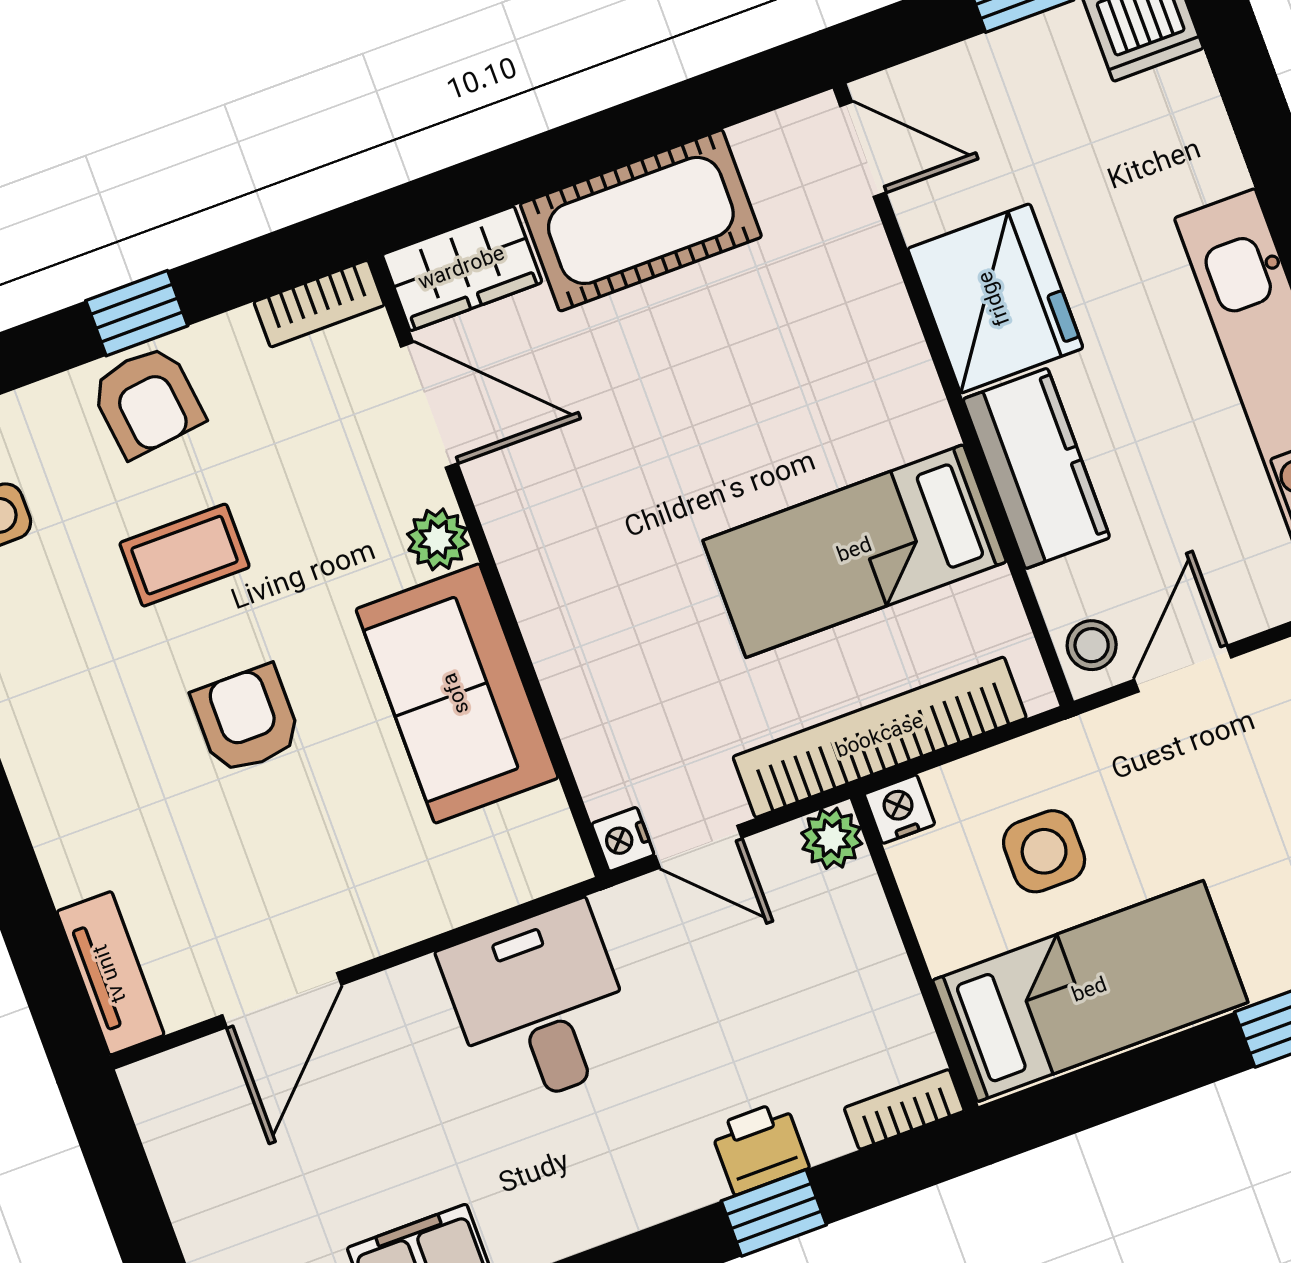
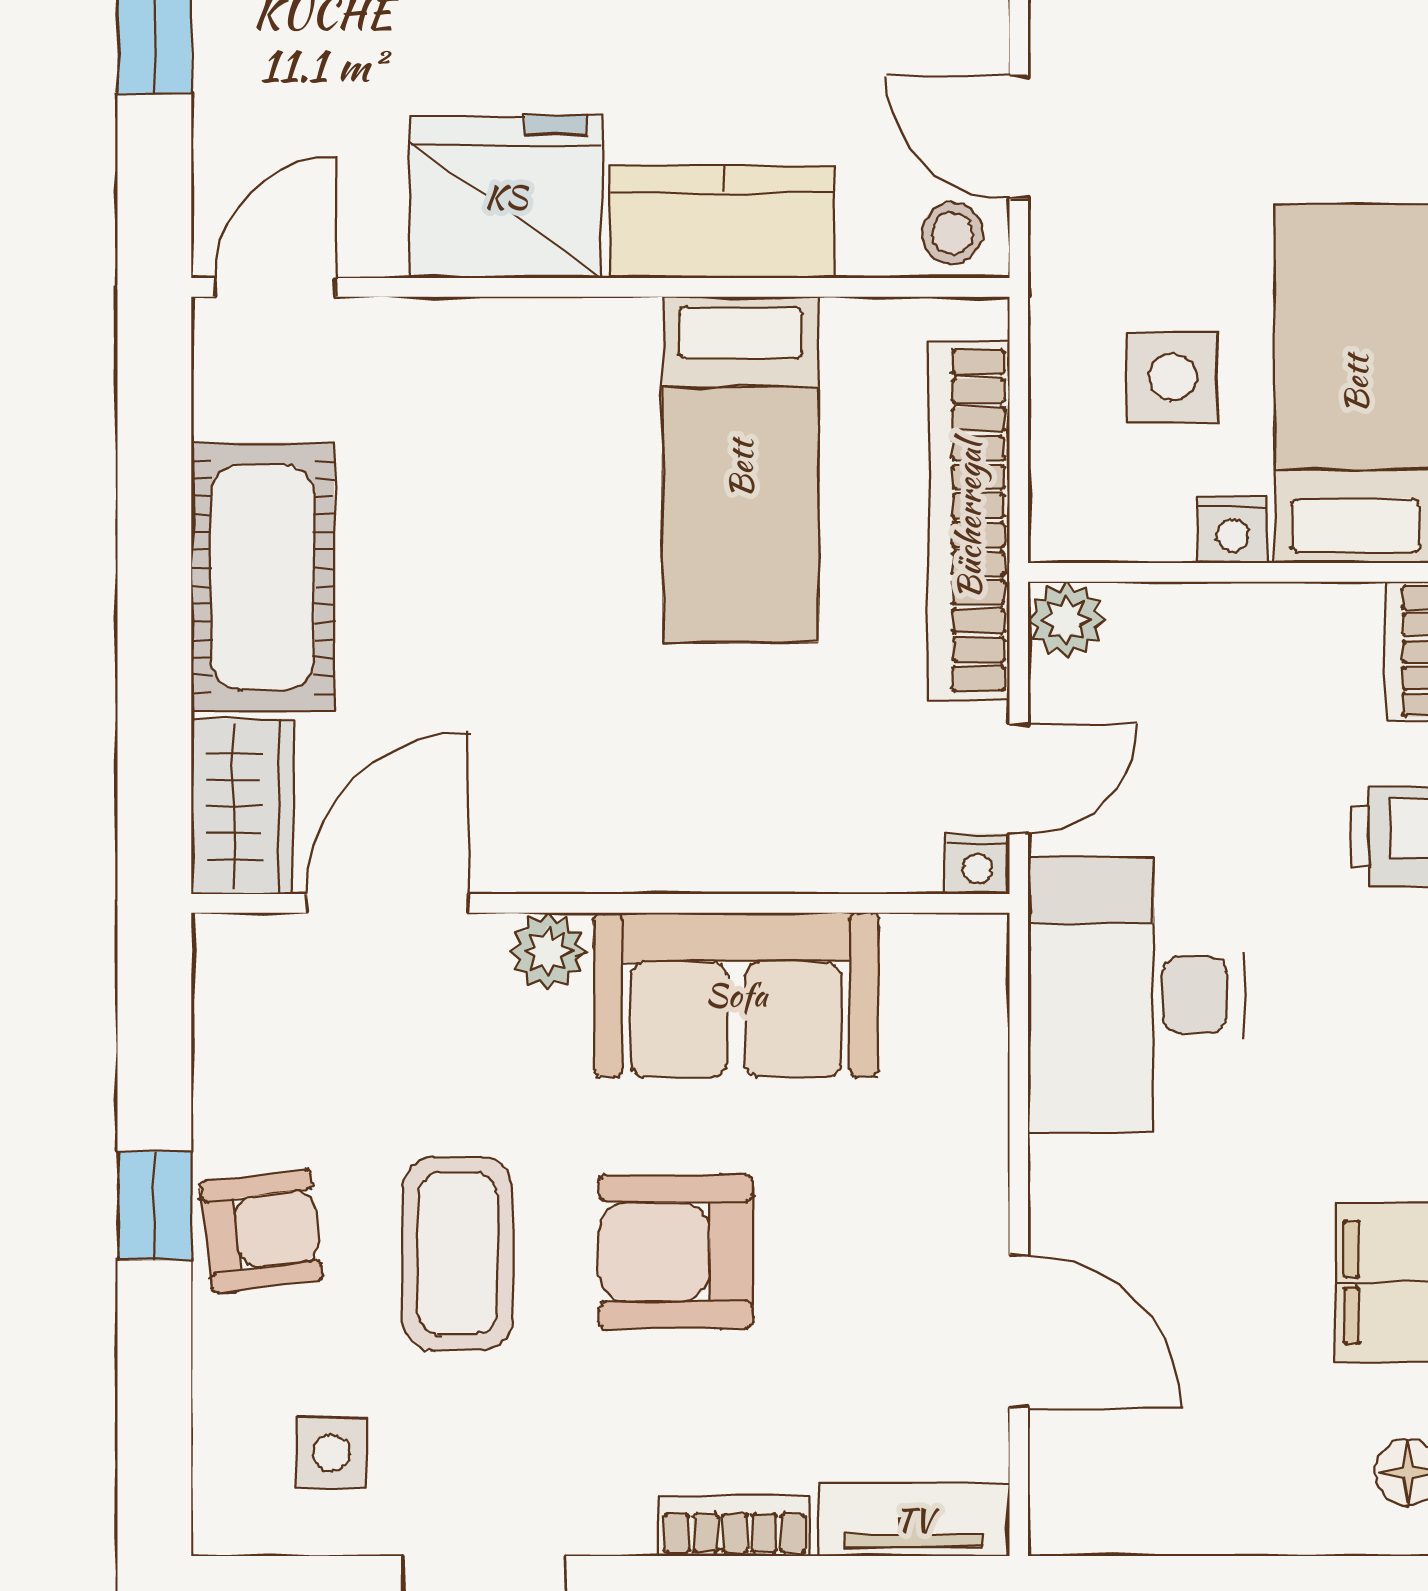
bookcase: (319, 304) -> (735, 1526), moved, turned -90
coffee table: (185, 555) -> (457, 1254), width x1.36, depth x1.30
armchair: (247, 719) -> (676, 1252), width x1.38, depth x1.38
nightstand: (899, 809) -> (1232, 530), moved, turned -90
desk: (540, 1006) -> (1136, 995), width x1.37

